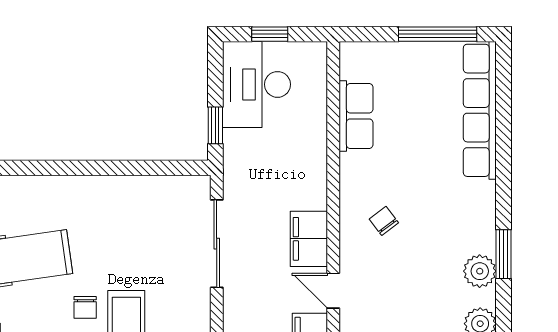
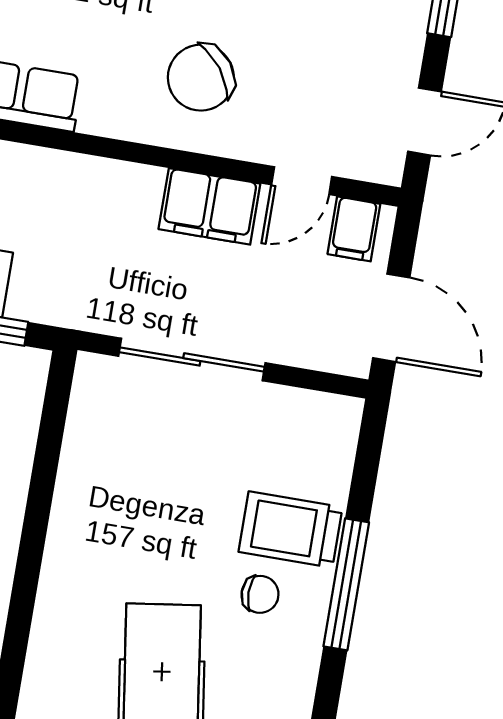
chair: (384, 221) -> (201, 78), width x1.87, depth x1.87

